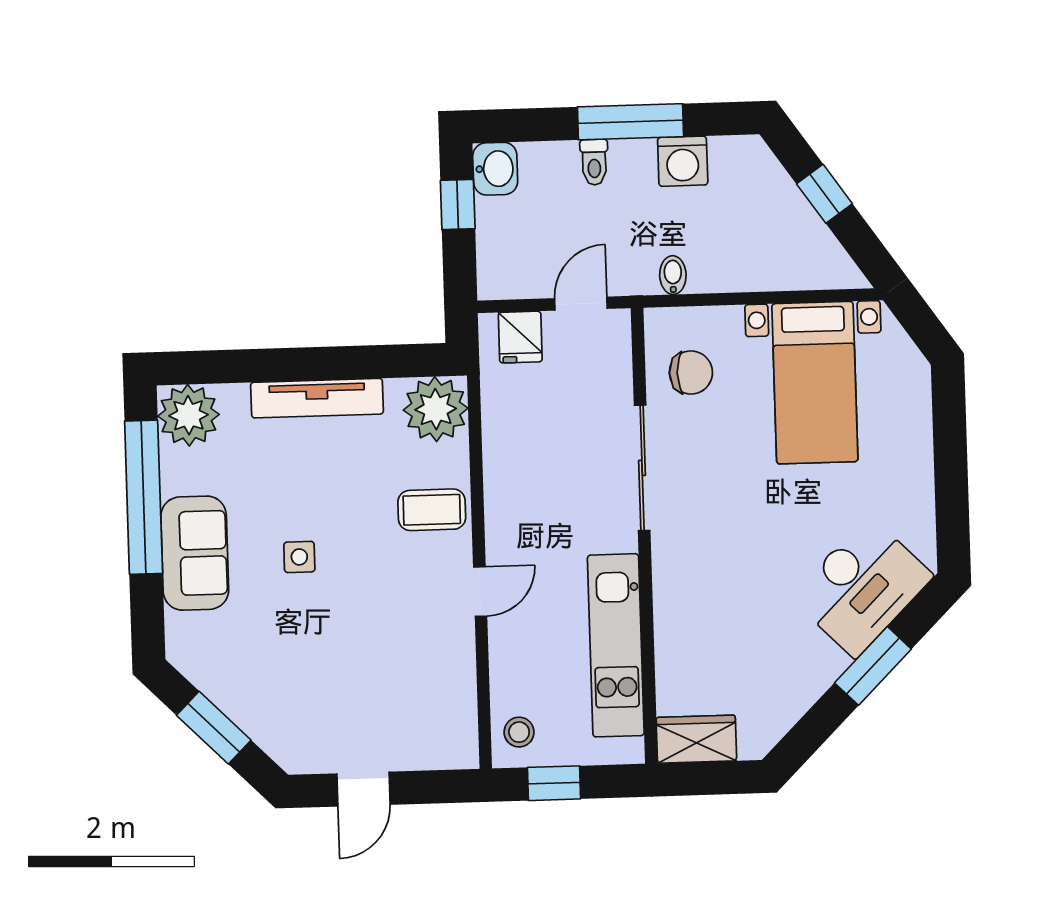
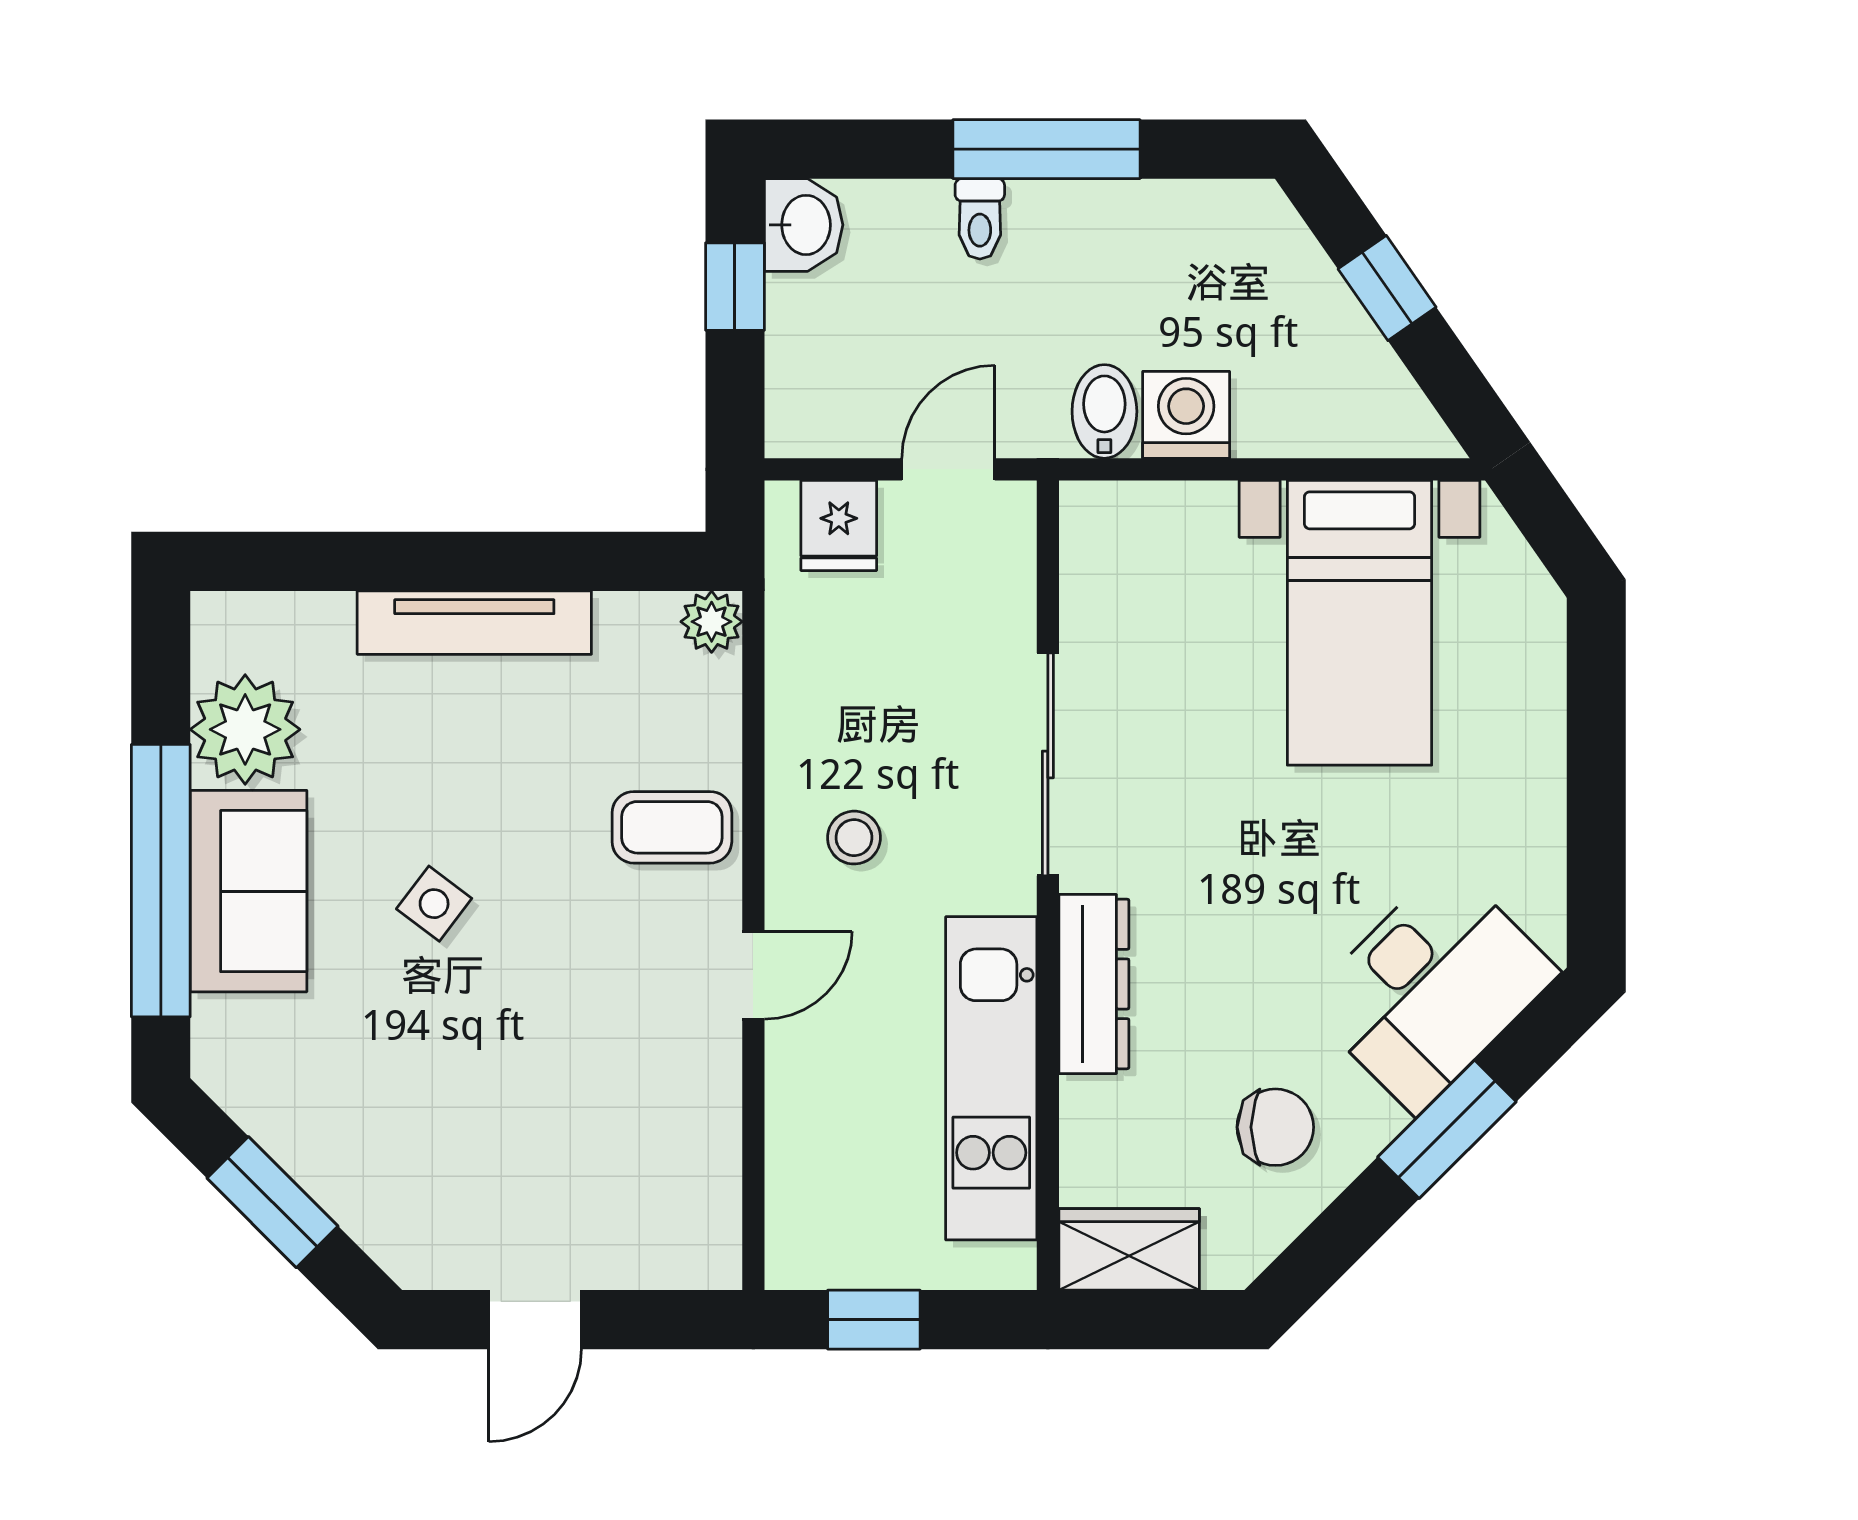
washing machine: (683, 161) -> (1186, 415), moved, turned 180
bidet: (673, 275) -> (1104, 411), width x1.38, depth x1.36
chair: (691, 373) -> (1275, 1127), moved
plant: (436, 409) -> (712, 622), width x0.53, depth x0.53
plant: (188, 415) -> (245, 729), moved
window: (144, 497) -> (161, 881), moved
side table: (299, 557) -> (434, 904), turned 37
dresser: (672, 590) -> (1094, 984), added
stool: (519, 732) -> (854, 838), moved

